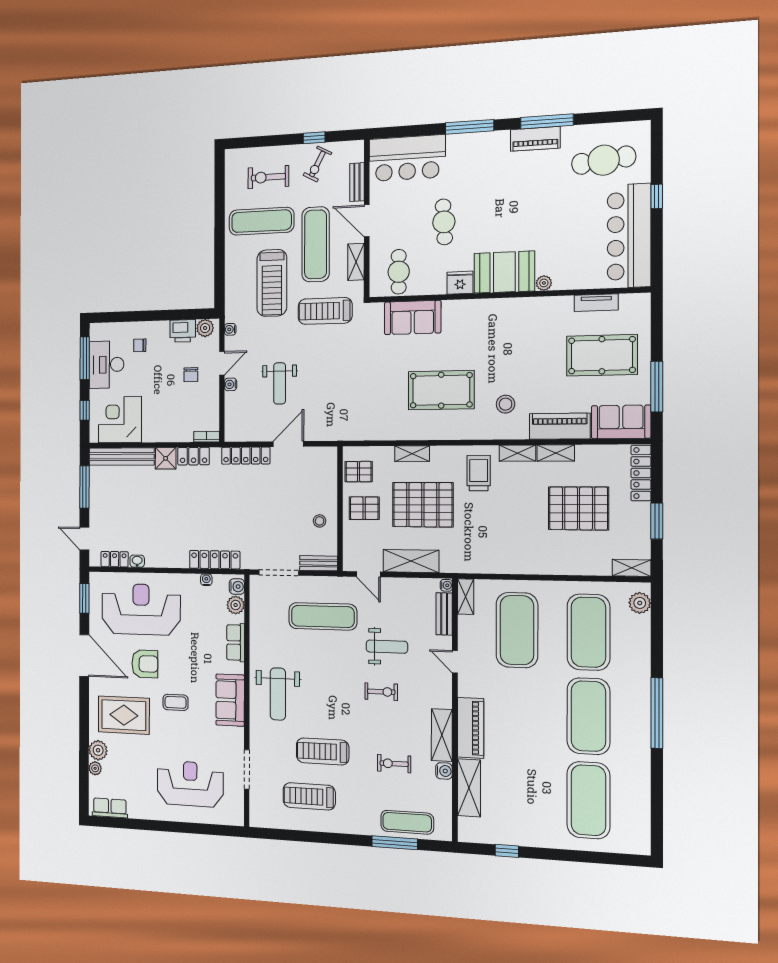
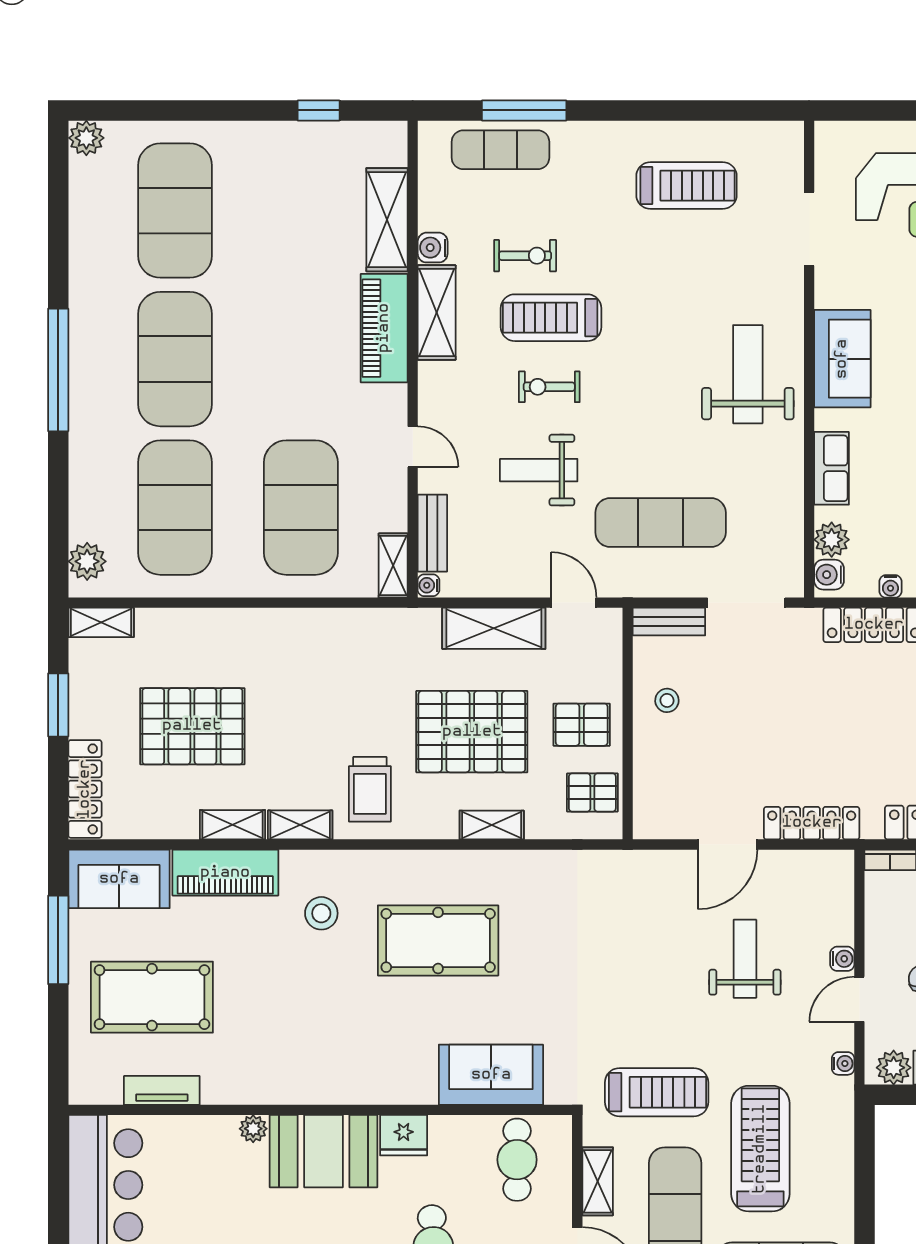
treadmill: (323, 751) -> (551, 318), moved, turned 180
plant: (640, 845) -> (86, 138), added

